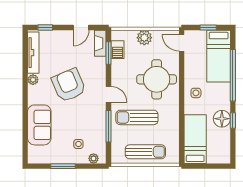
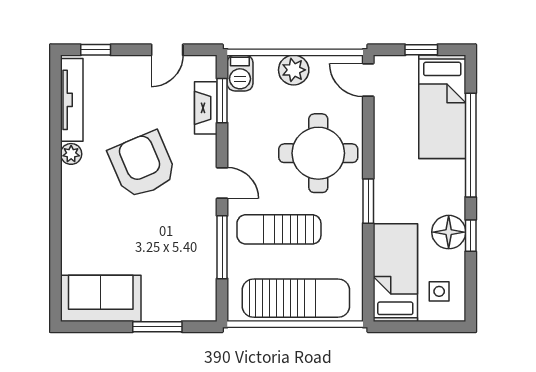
fireplace: (100, 43) -> (206, 108), moved
barbecue: (117, 50) -> (240, 73), moved
side table: (196, 93) -> (439, 291), moved
window: (182, 103) -> (368, 201), added
sofa: (39, 125) -> (101, 298), moved, turned -90
side table: (78, 144) -> (162, 283), removed
sun lounger: (145, 152) -> (296, 298), width x1.36, depth x1.34
plant: (94, 158) -> (192, 311), removed
window: (63, 166) -> (157, 327), moved

